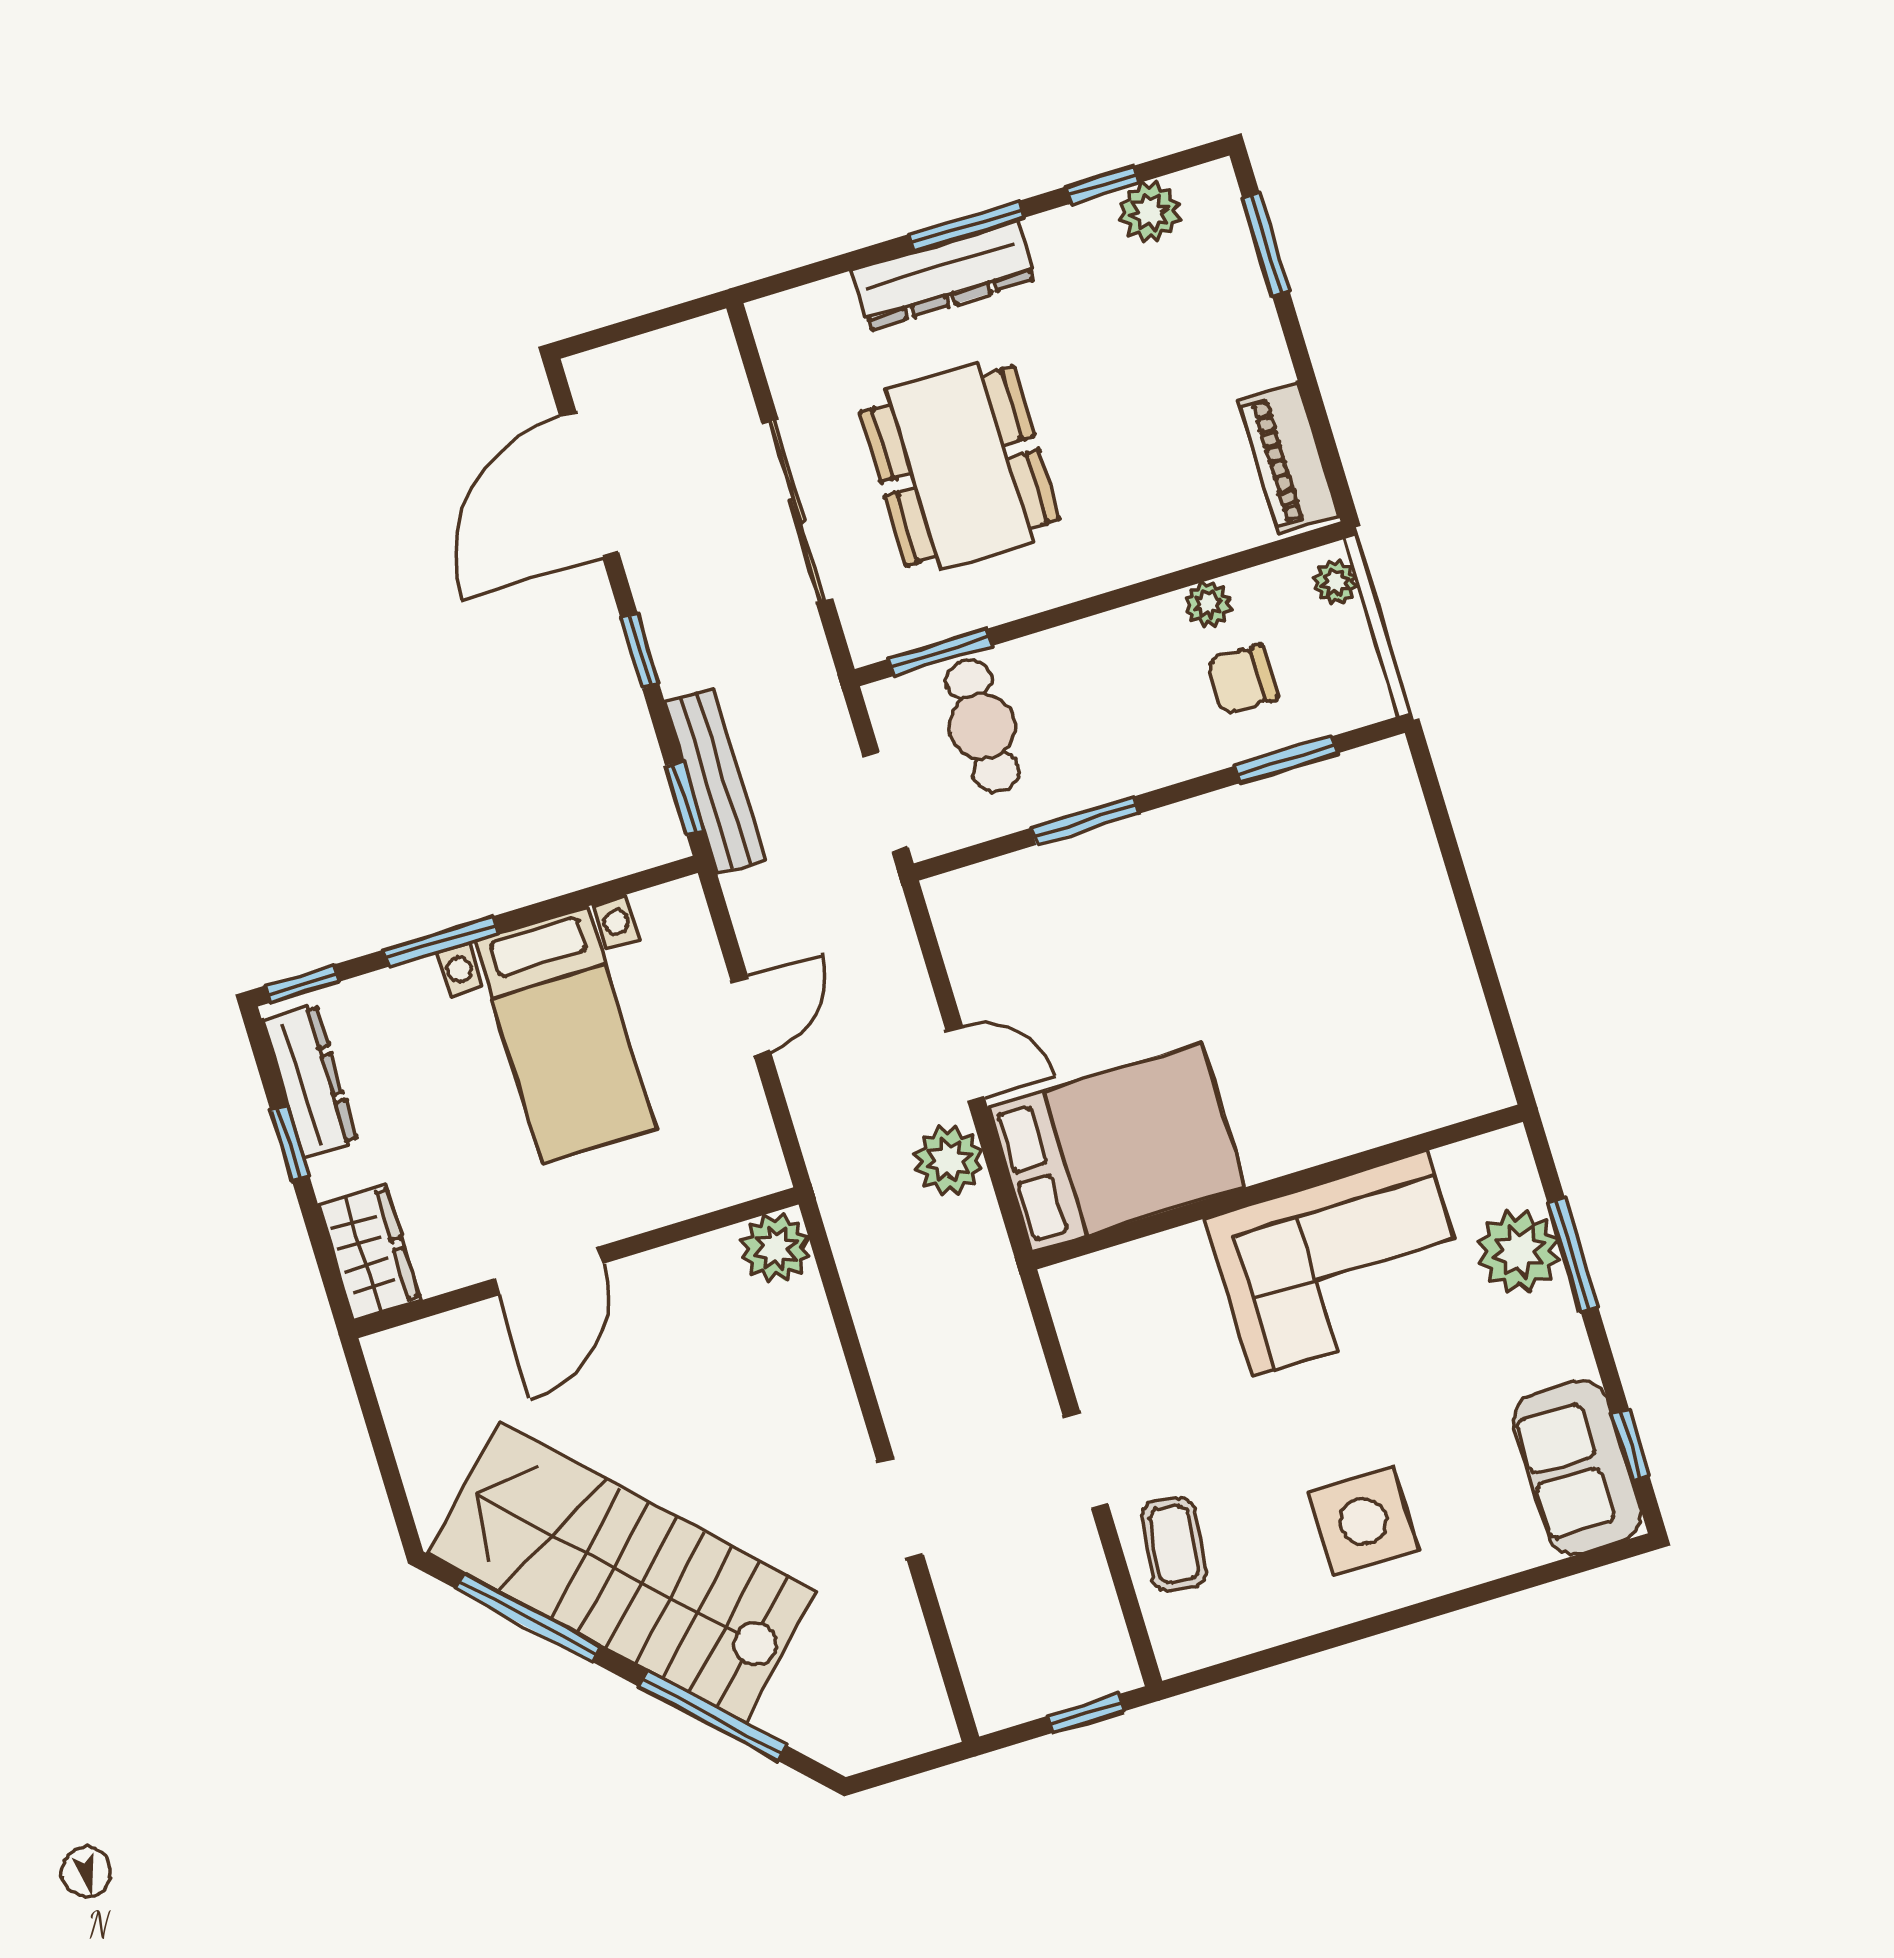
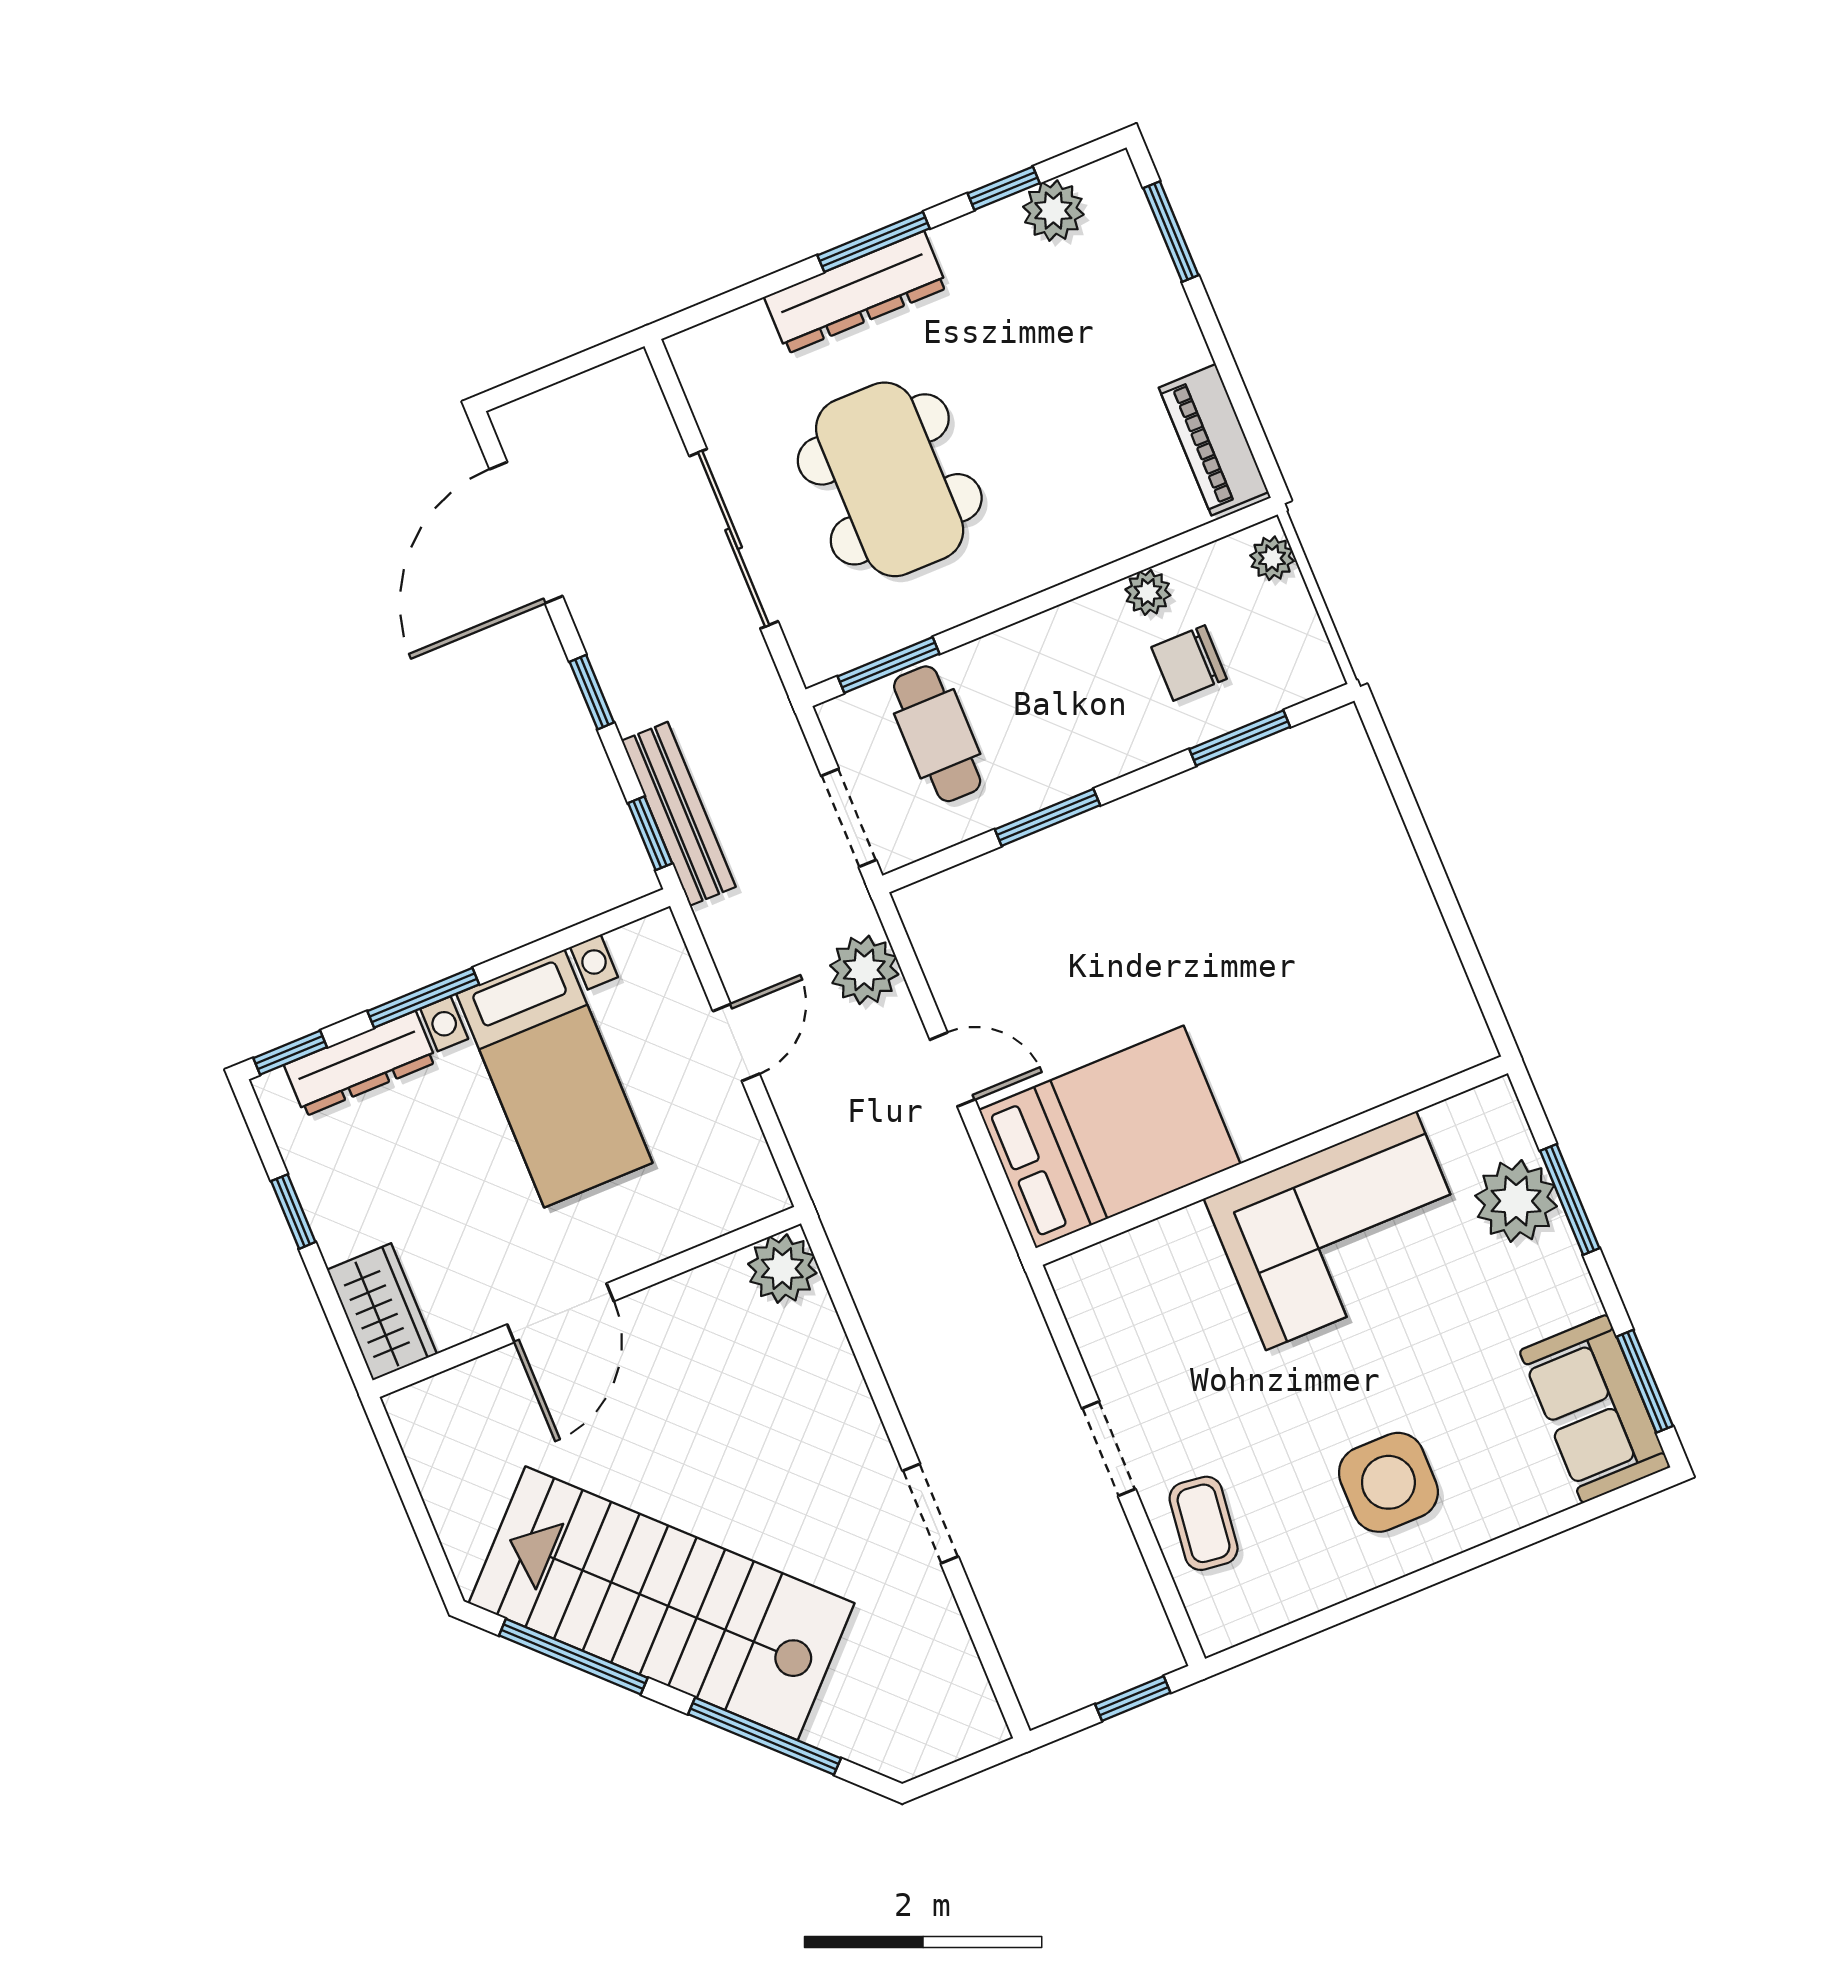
dresser: (310, 1081) -> (360, 1064), moved, turned 90
plant: (949, 1161) -> (864, 970), moved
window: (1630, 1445) -> (1645, 1381), width x1.50

